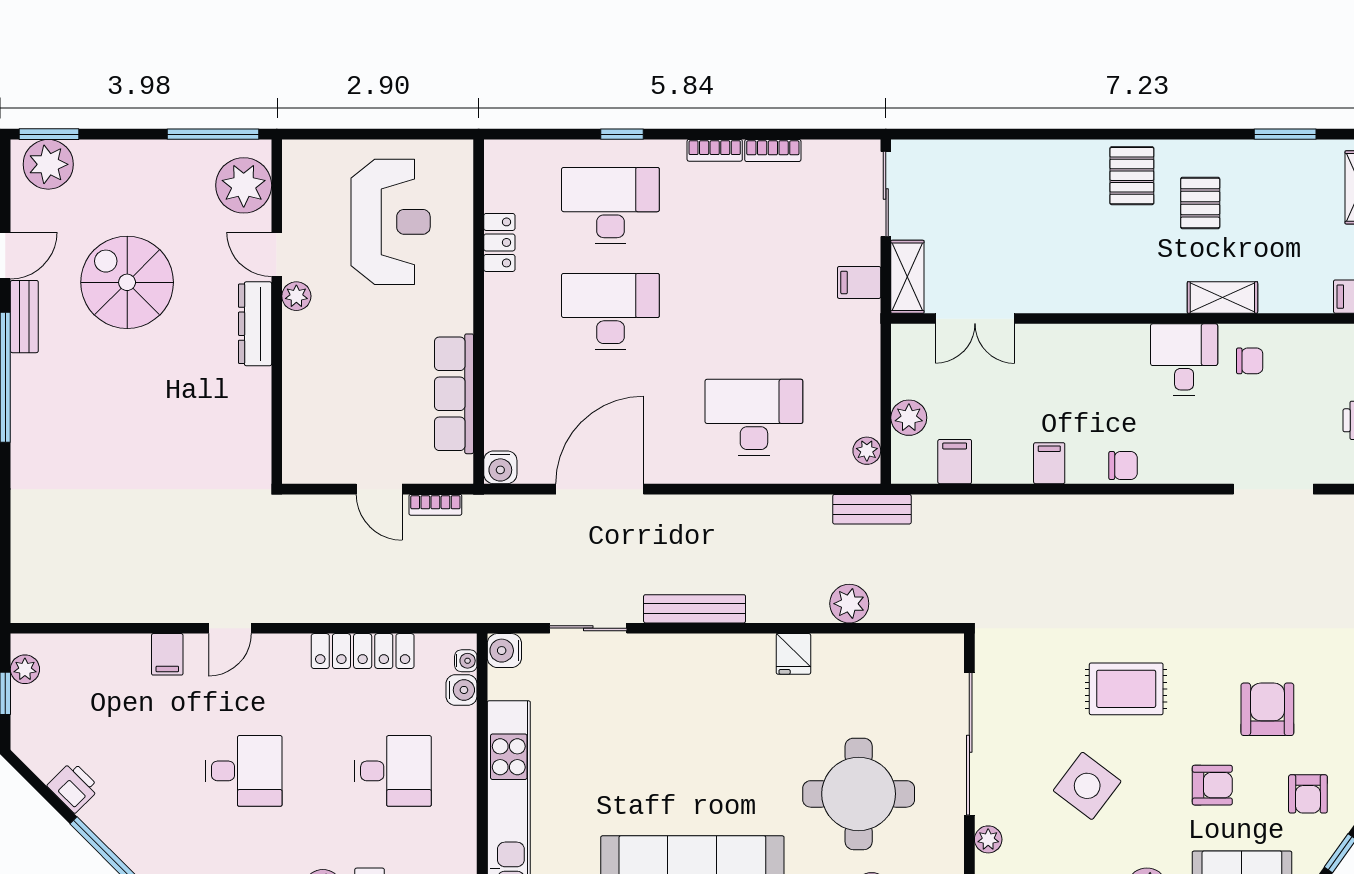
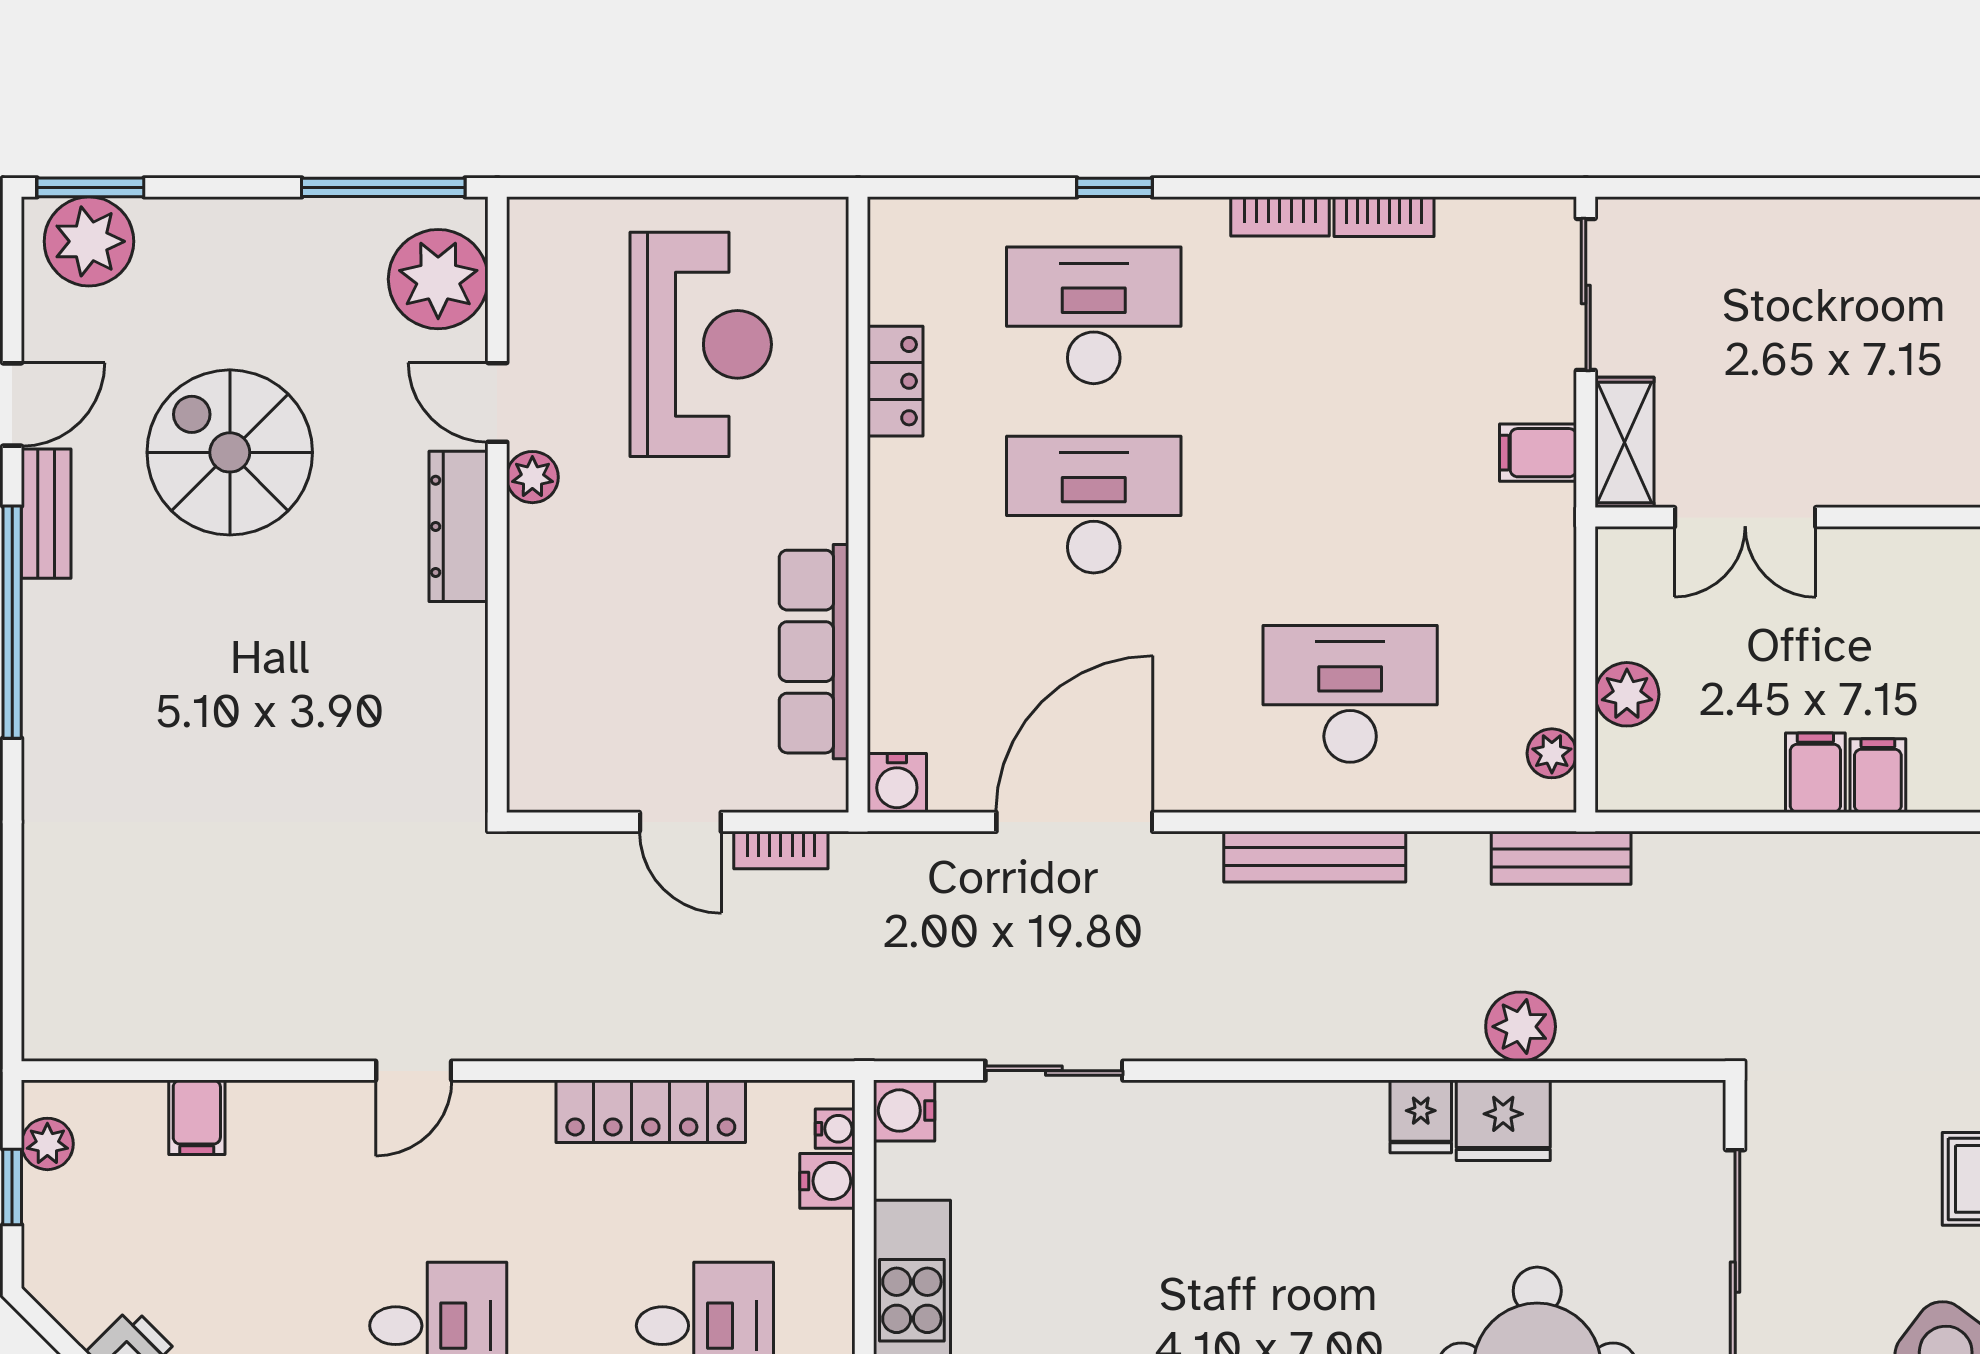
filing cabinet: (955, 462) -> (1815, 773), moved
bench: (695, 609) -> (1315, 857), moved
filing cabinet: (167, 654) -> (197, 1117), moved
fridge: (840, 656) -> (1503, 1120), added

